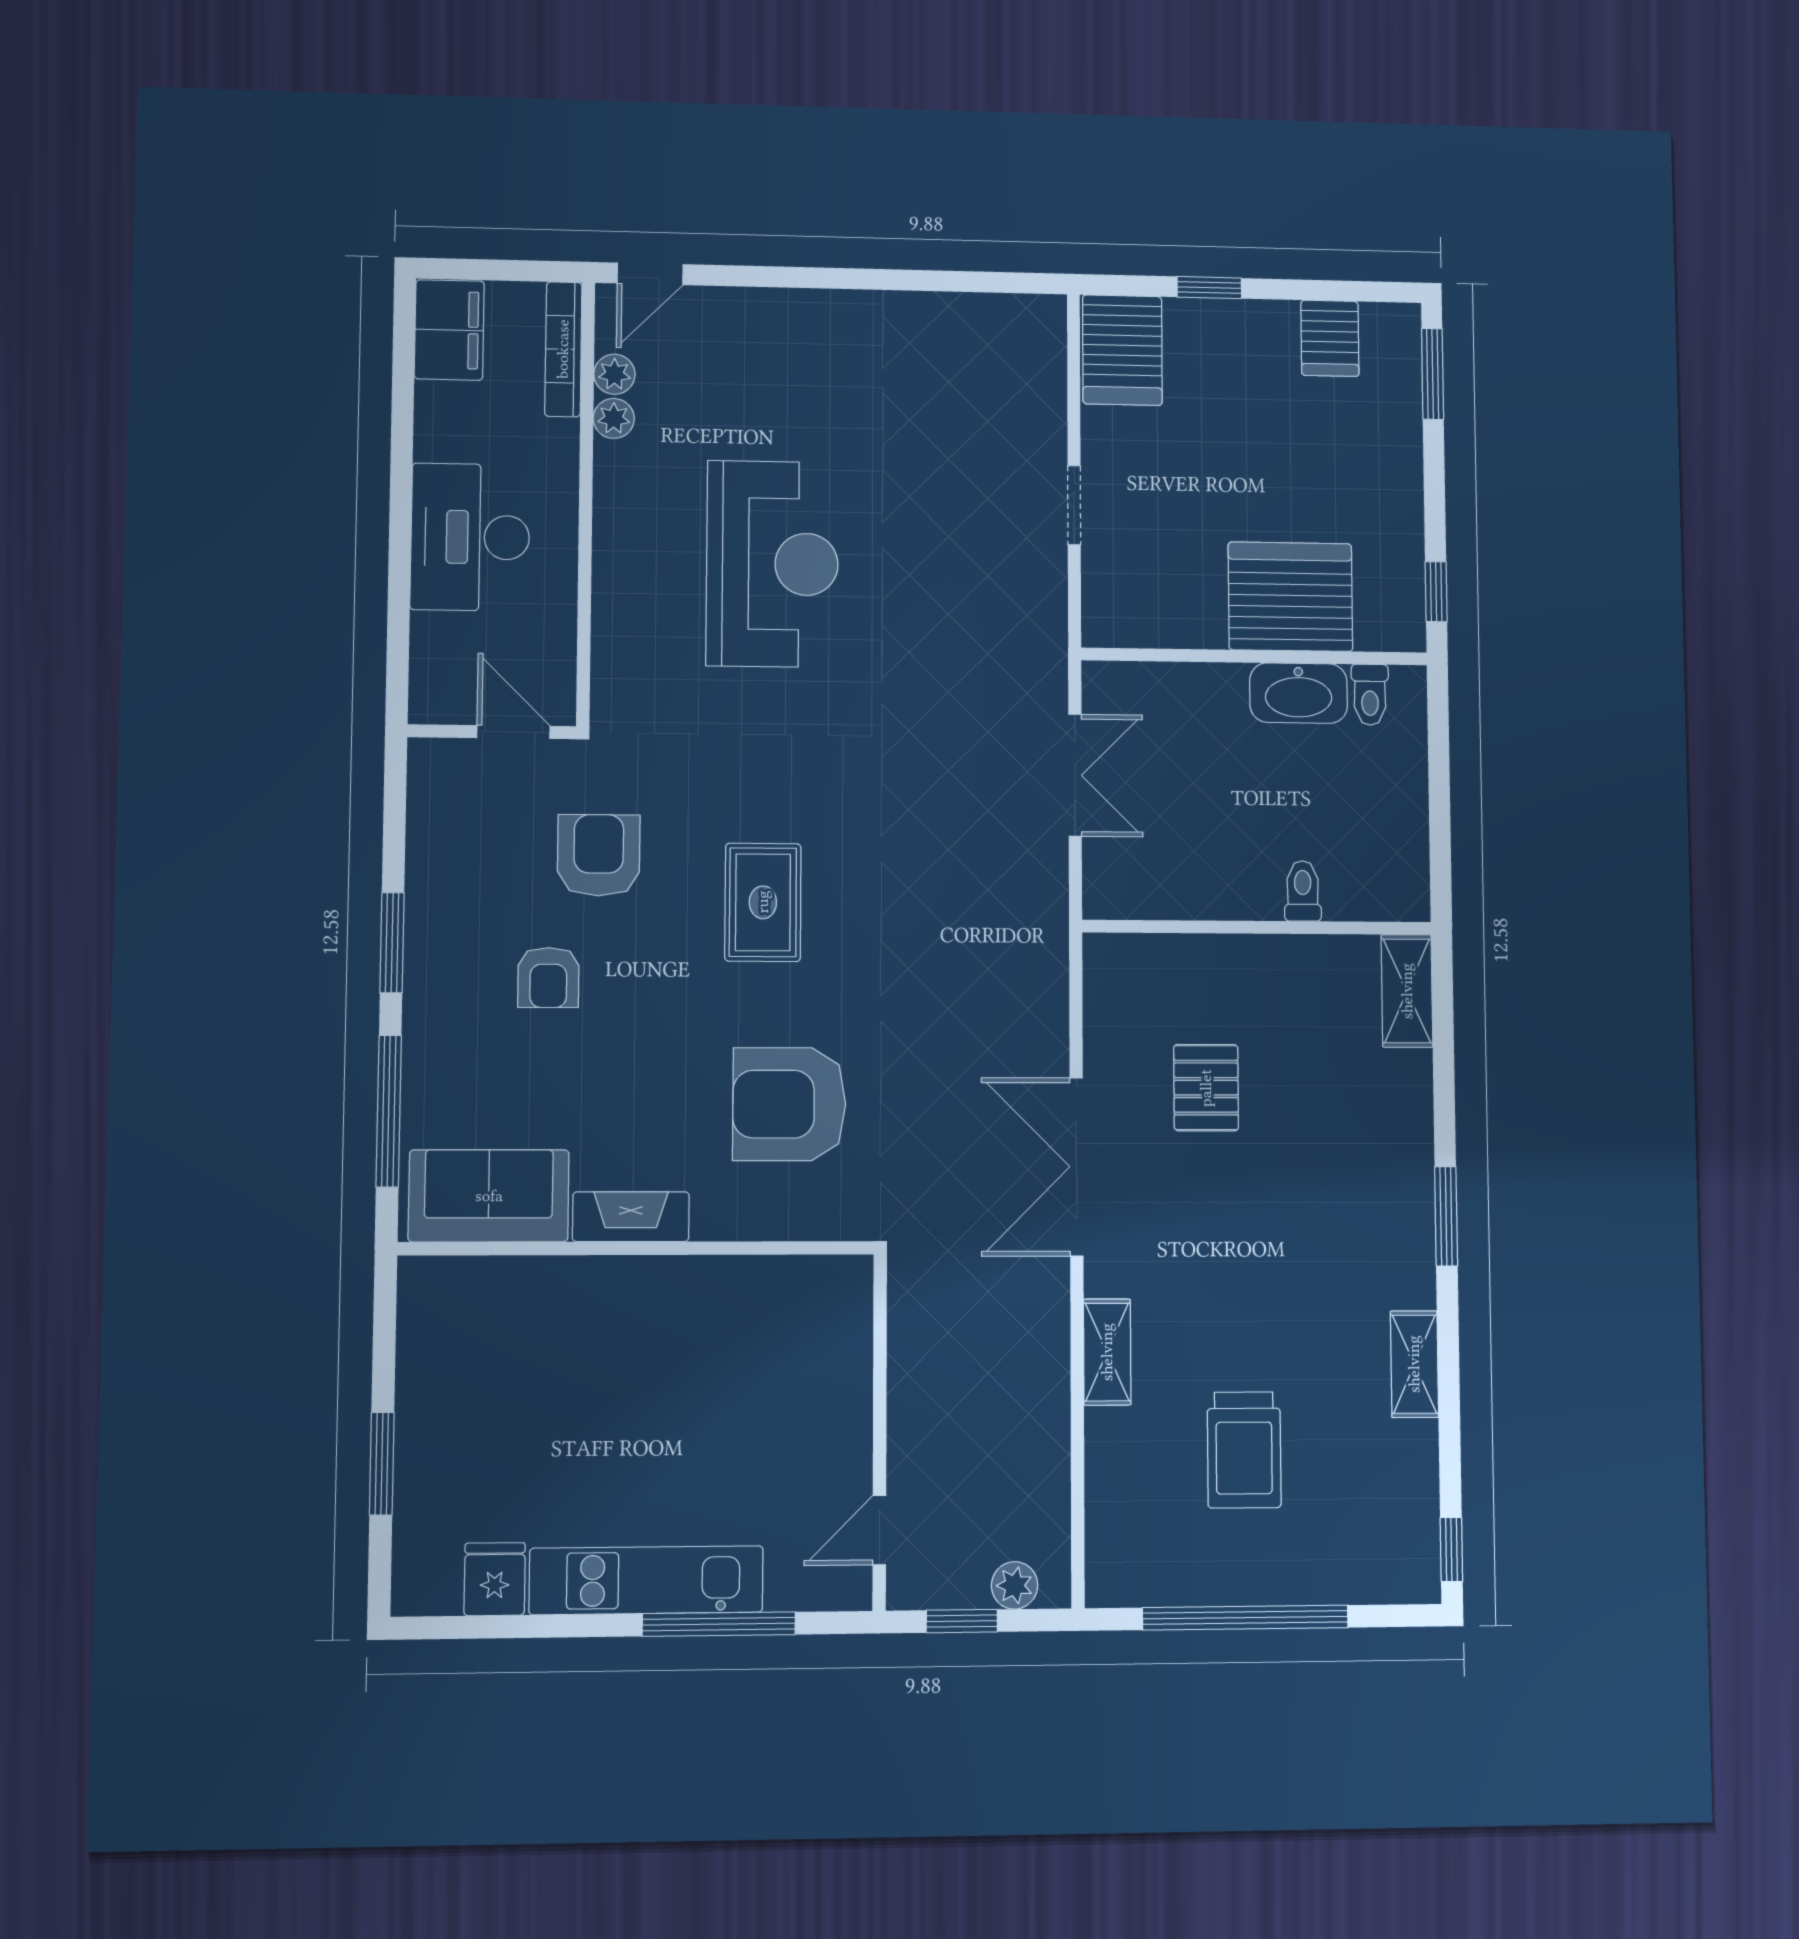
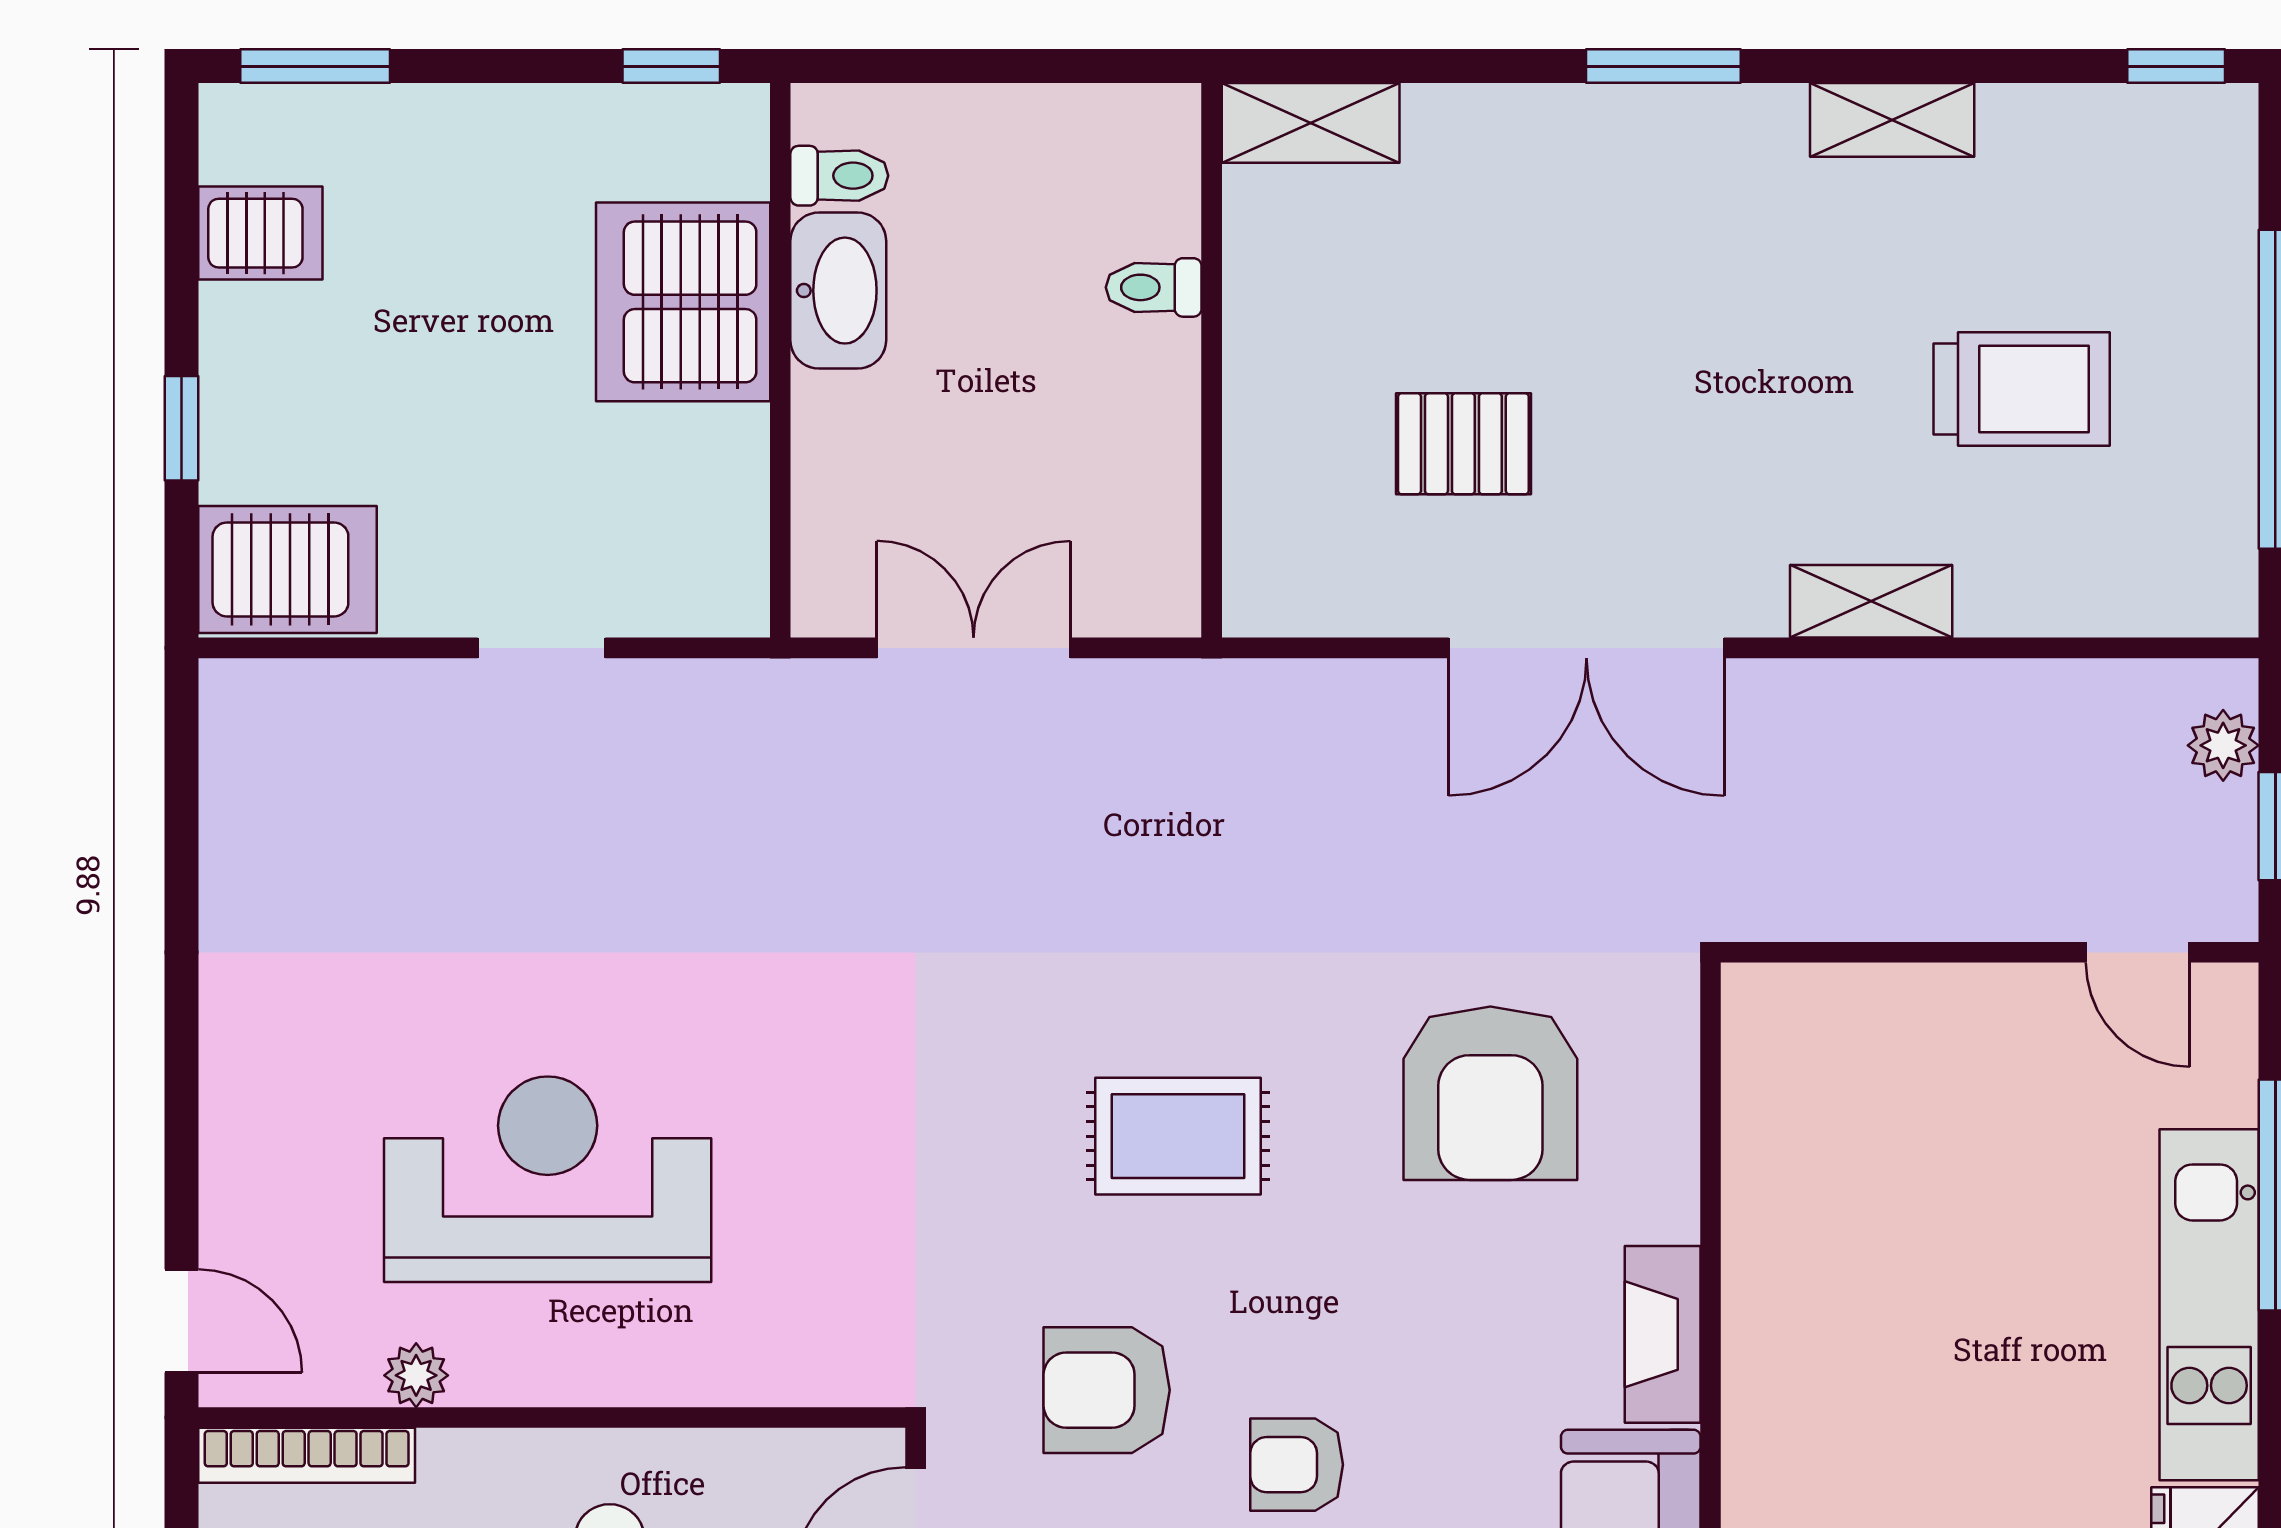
plant: (614, 374) -> (345, 1375), removed
reception desk: (772, 564) -> (548, 1179), moved
armchair: (548, 977) -> (1297, 1465), turned 180

